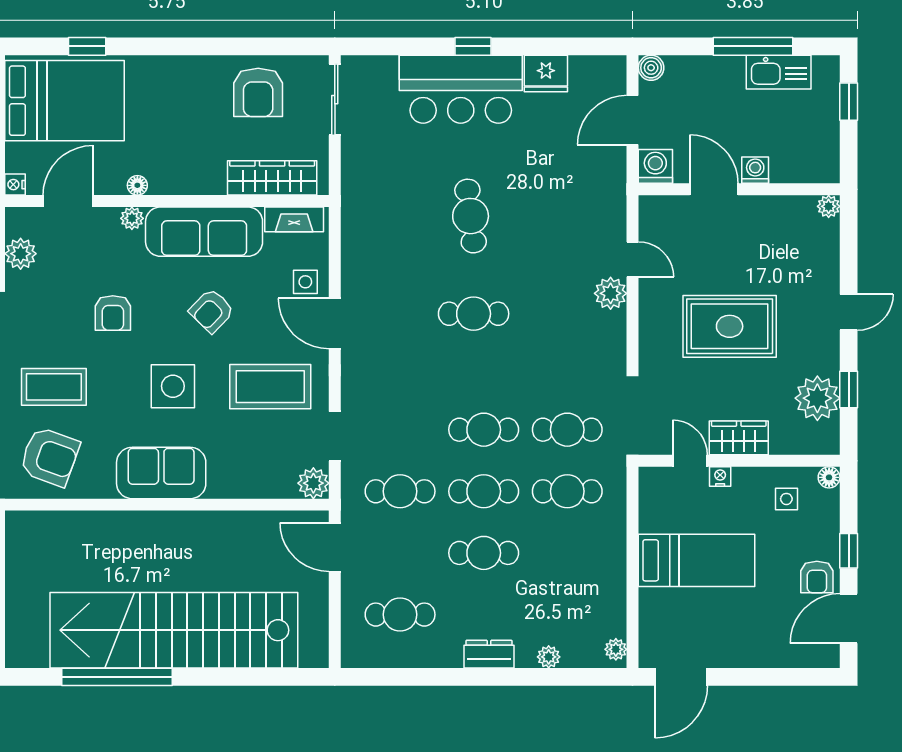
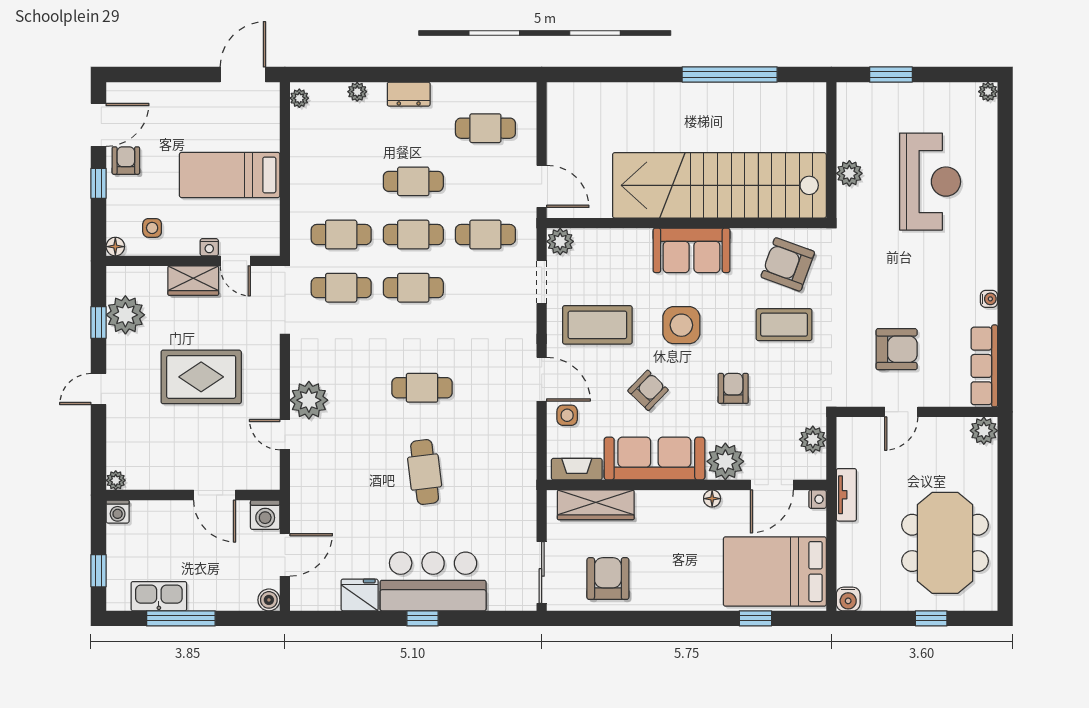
washing machine: (755, 170) -> (118, 512), moved
plant: (132, 218) -> (725, 461), width x1.88, depth x1.88
plant: (611, 293) -> (309, 400), width x1.36, depth x1.36
stairs: (174, 630) -> (719, 185), moved, turned 180

